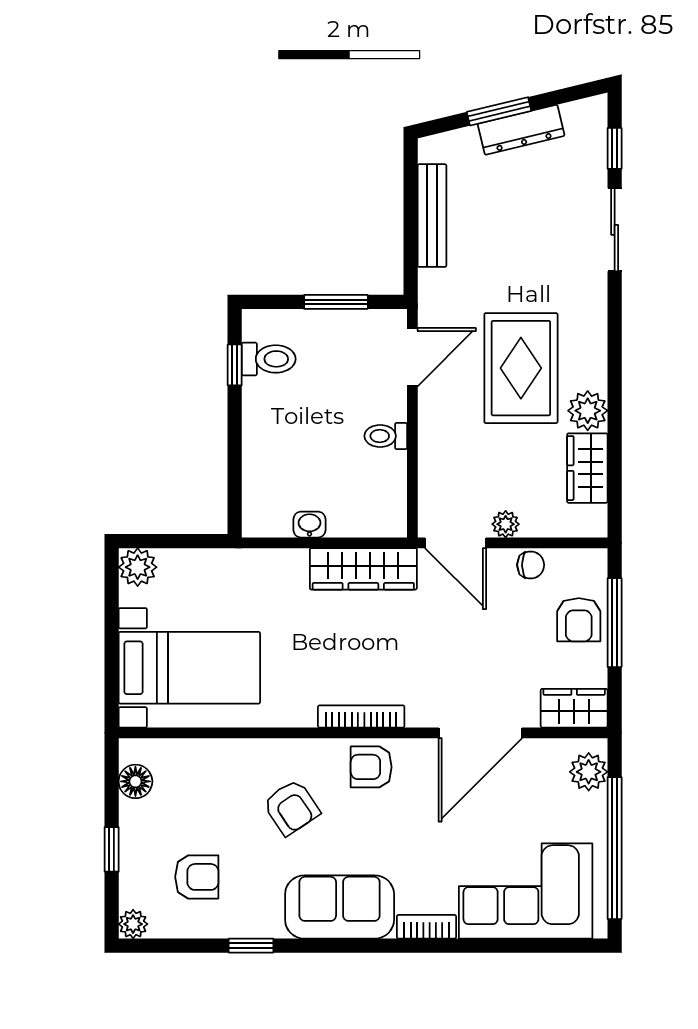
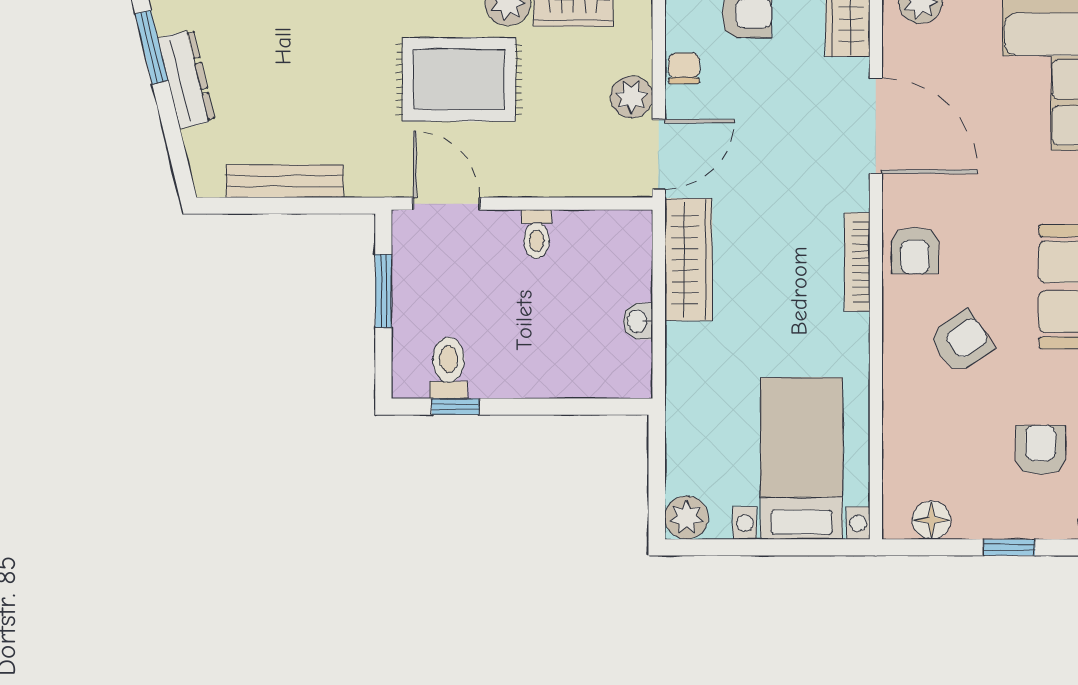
window: (499, 111) -> (152, 47), moved
plant: (506, 524) -> (632, 97), width x1.38, depth x1.38

